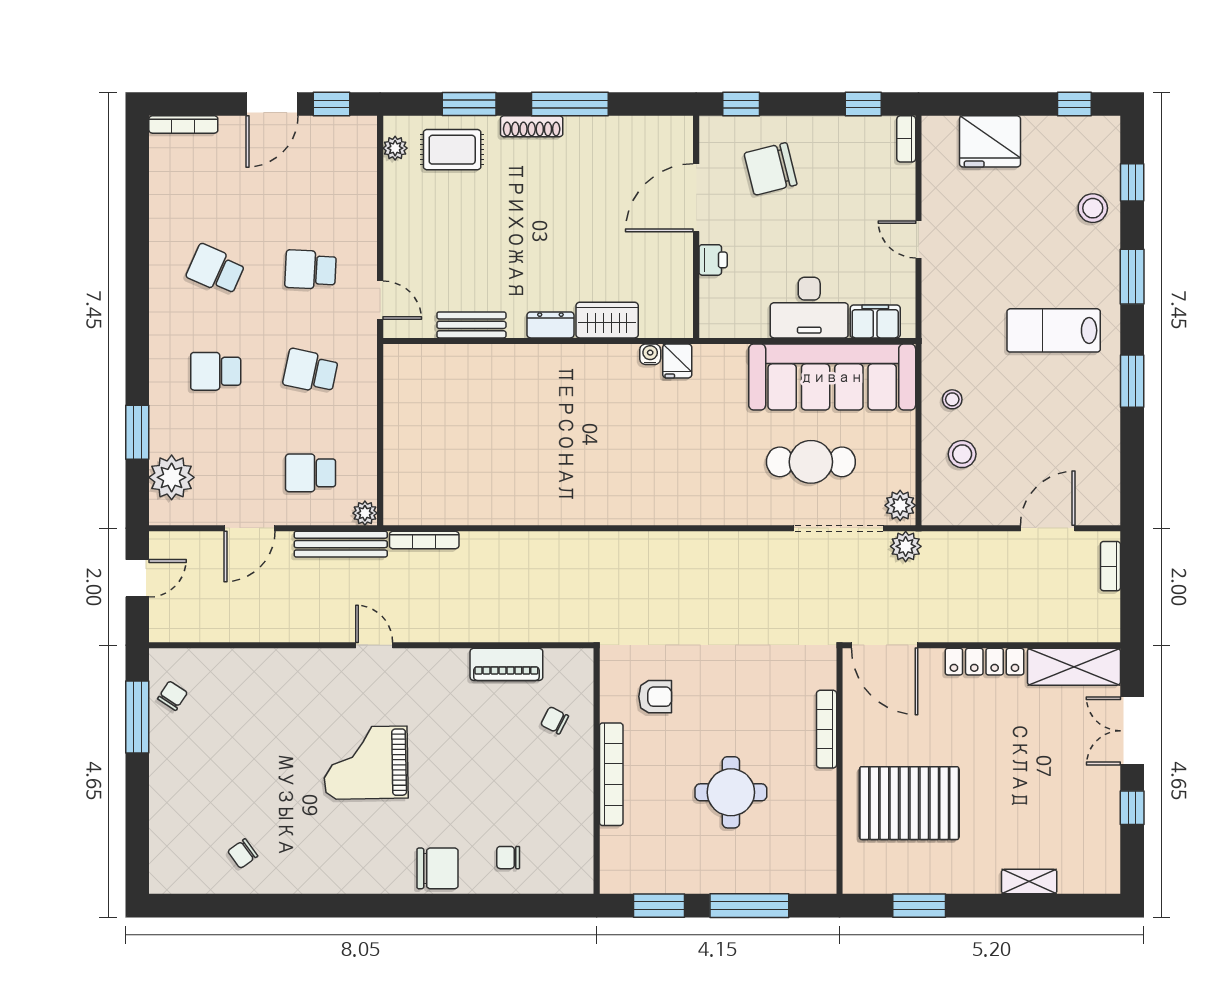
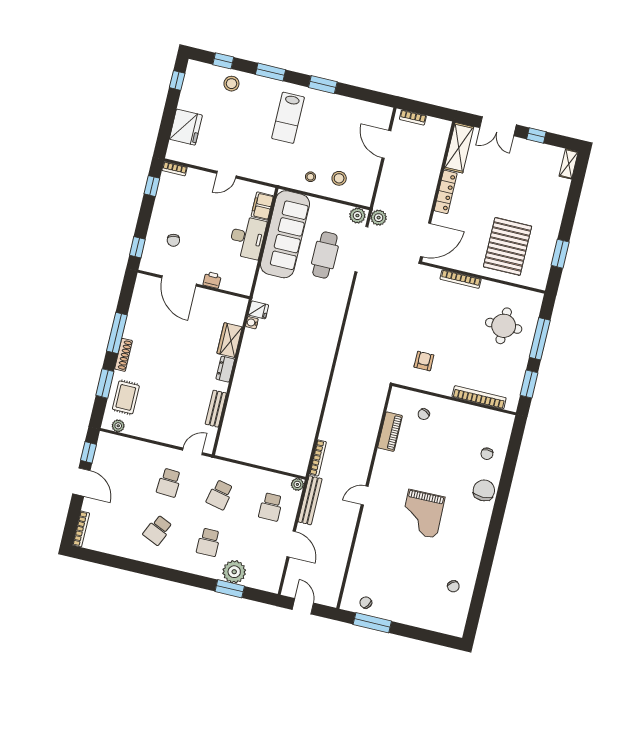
chair: (770, 169) -> (173, 240), width x0.54, depth x0.54
plant: (172, 477) -> (234, 572), moved
bookcase: (611, 774) -> (479, 397), moved
round table: (731, 792) -> (504, 326), moved
shelving: (1029, 882) -> (569, 164), moved

